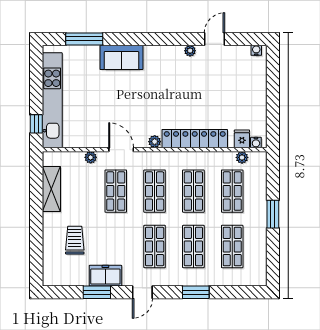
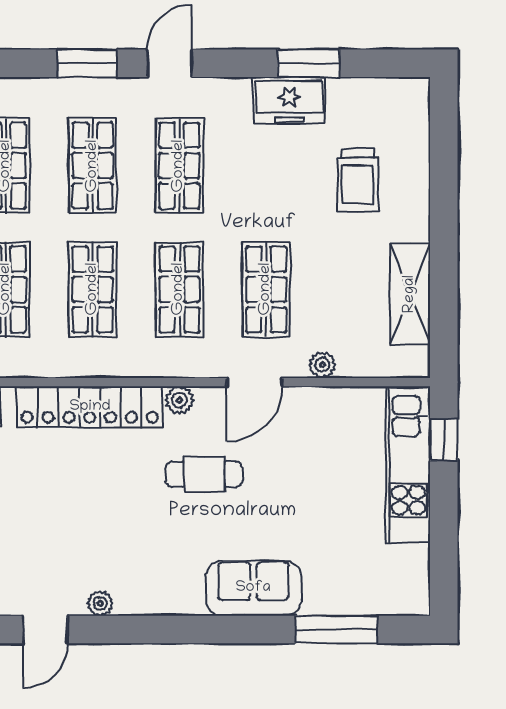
kitchen unit: (52, 100) -> (408, 464), width x0.73
cafe table: (143, 108) -> (204, 474), added
door: (121, 150) -> (254, 382), hinge flipped
door: (142, 292) -> (170, 63), moved

